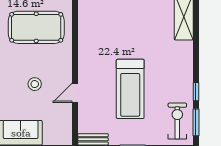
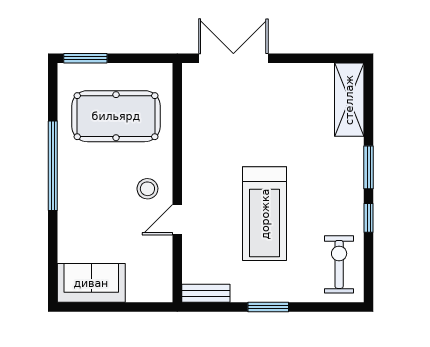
stool: (35, 84) -> (147, 189), moved
window: (196, 122) -> (369, 167), moved

